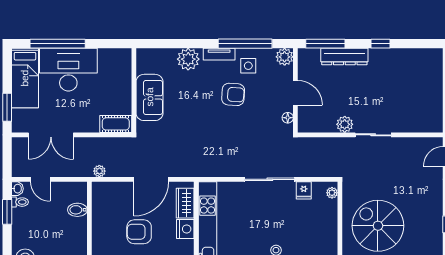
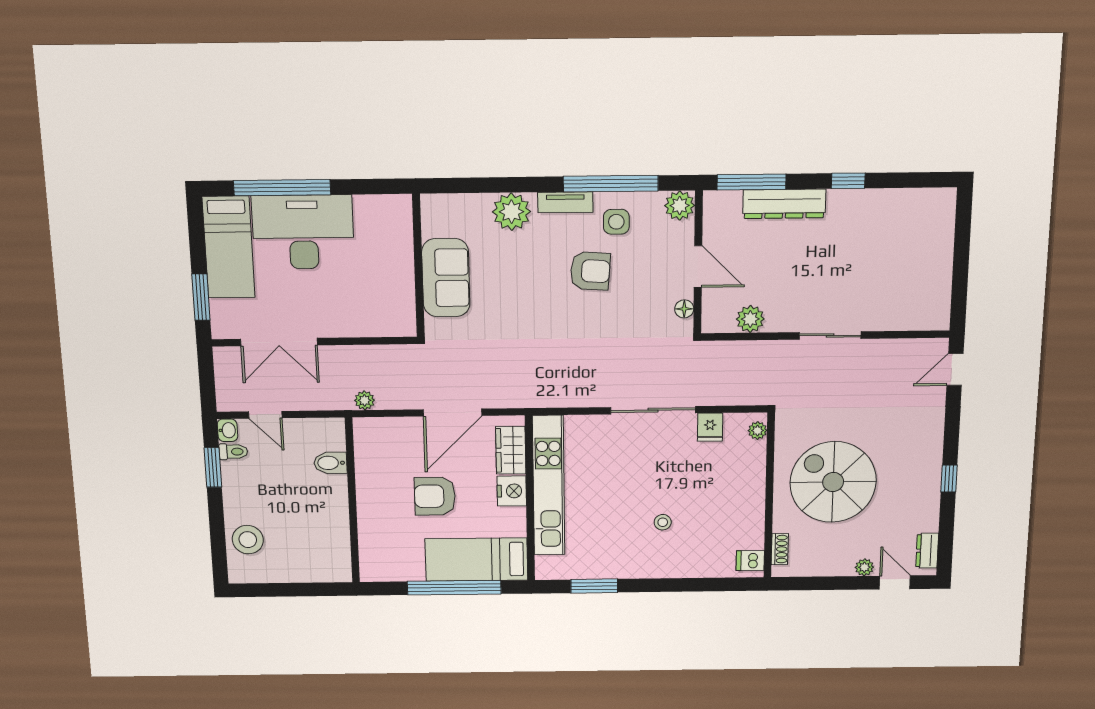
cot: (116, 124) -> (389, 323), removed
plant: (345, 124) -> (750, 319), moved

